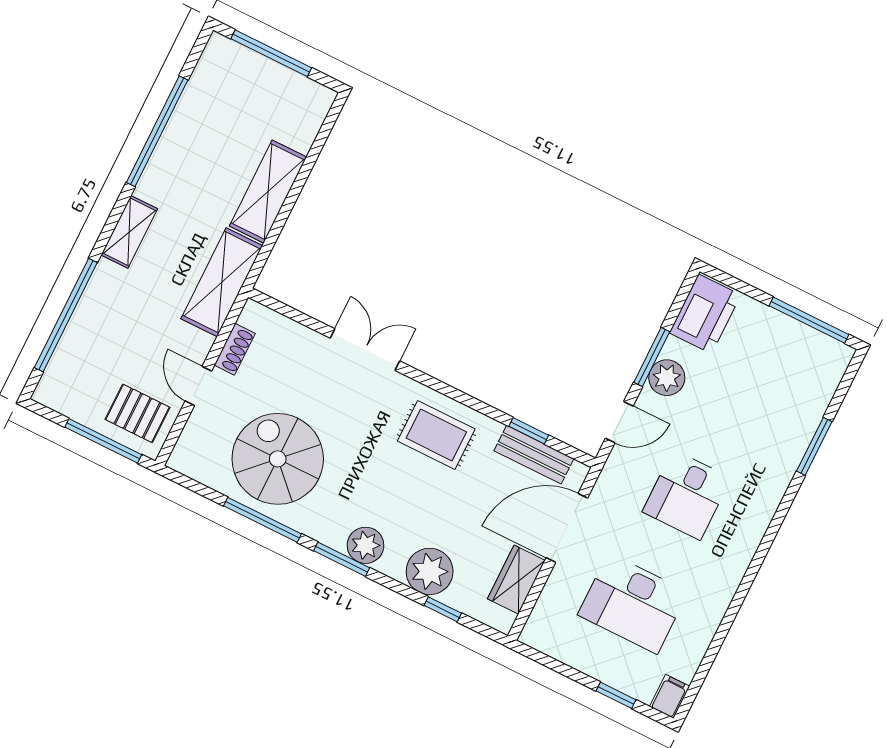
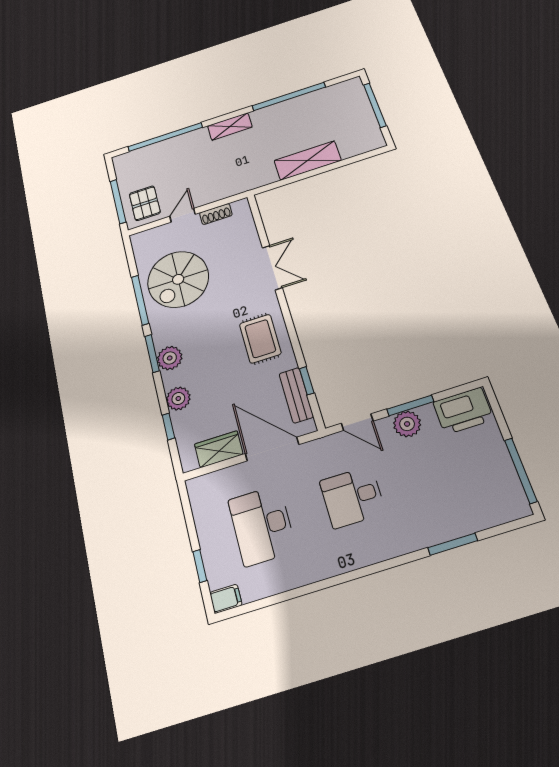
shelving: (222, 282) -> (244, 181), removed
spiral stairs: (278, 459) -> (178, 279), turned 180
plant: (430, 571) -> (178, 398), width x0.73, depth x0.73

